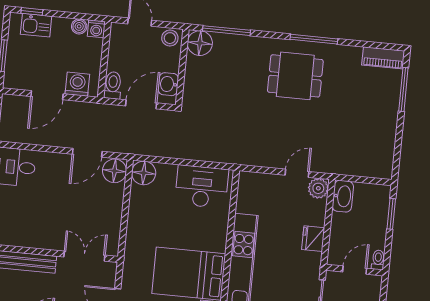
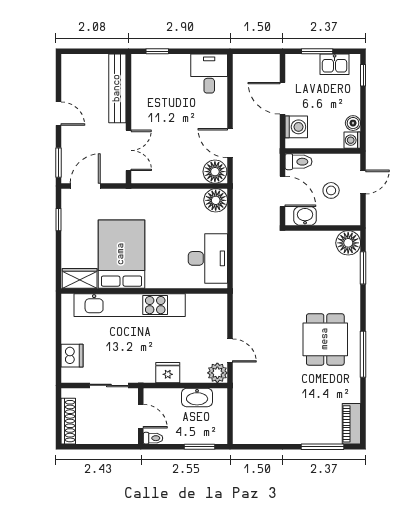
kitchen sink: (36, 25) -> (335, 64), moved, turned -90
window: (227, 31) -> (363, 268), width x0.69
stool: (170, 38) -> (331, 190), moved
washbasin: (343, 196) -> (197, 398), moved

